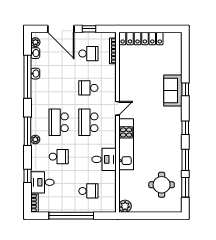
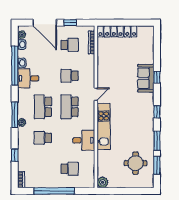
school desk: (59, 157) -> (43, 138), turned 180
desk: (42, 182) -> (28, 78), moved

